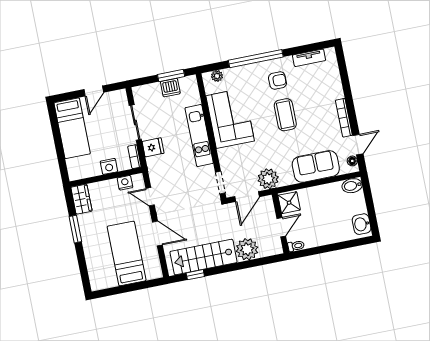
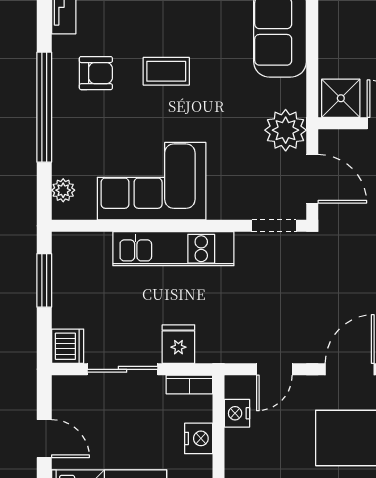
armchair: (277, 81) -> (96, 73), turned 90
dishwasher: (170, 88) -> (68, 346), moved
coffee table: (285, 115) -> (166, 71), width x0.73, depth x0.77

